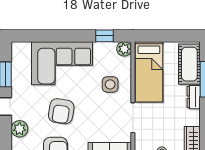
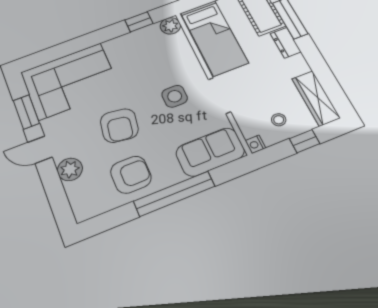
corner sofa: (62, 63) -> (70, 81), moved
side table: (110, 84) -> (175, 96), moved

